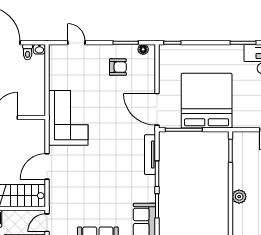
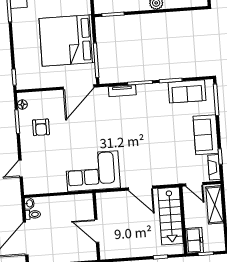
armchair: (118, 67) -> (41, 127), turned 180
tv unit: (150, 155) -> (122, 91), width x0.71

